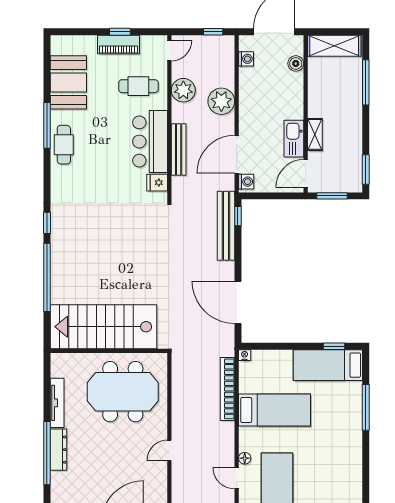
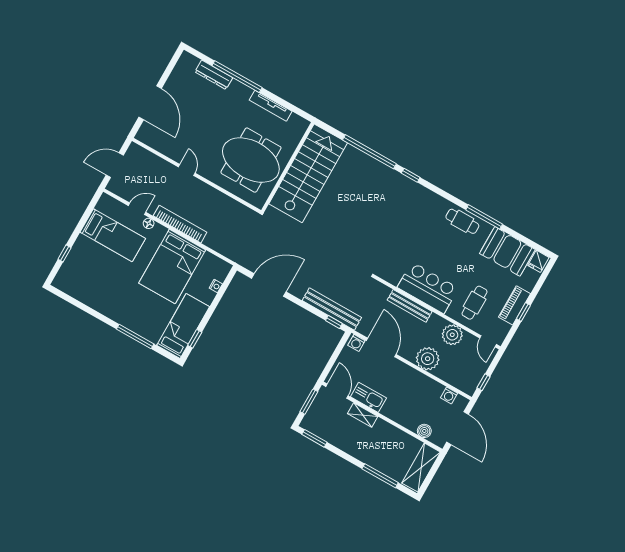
fridge: (157, 183) -> (538, 261), moved, turned 180
nightstand: (245, 355) -> (216, 286), moved
bookcase: (227, 389) -> (180, 224), moved
meeting table: (123, 392) -> (251, 160), turned 90
bed: (274, 410) -> (172, 267), width x1.50
dresser: (58, 450) -> (214, 75), moved

